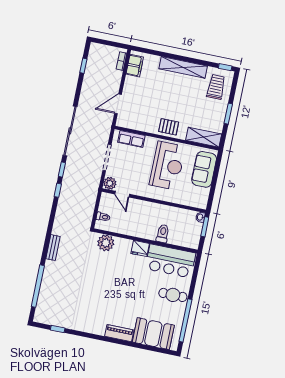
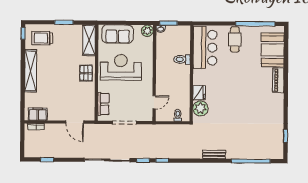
plant: (110, 183) -> (147, 31), moved
fridge: (140, 248) -> (199, 93), moved

